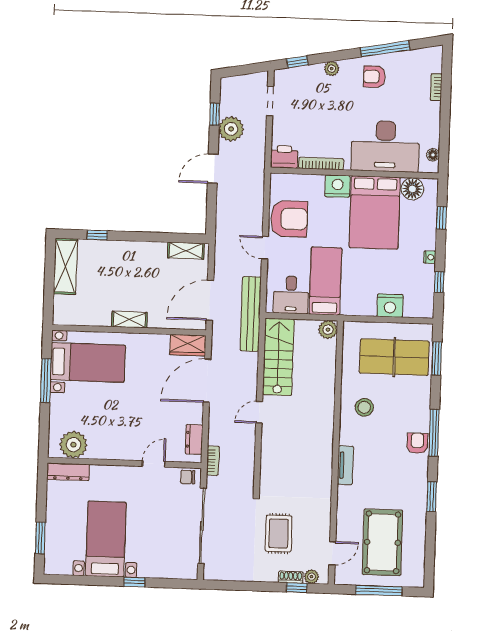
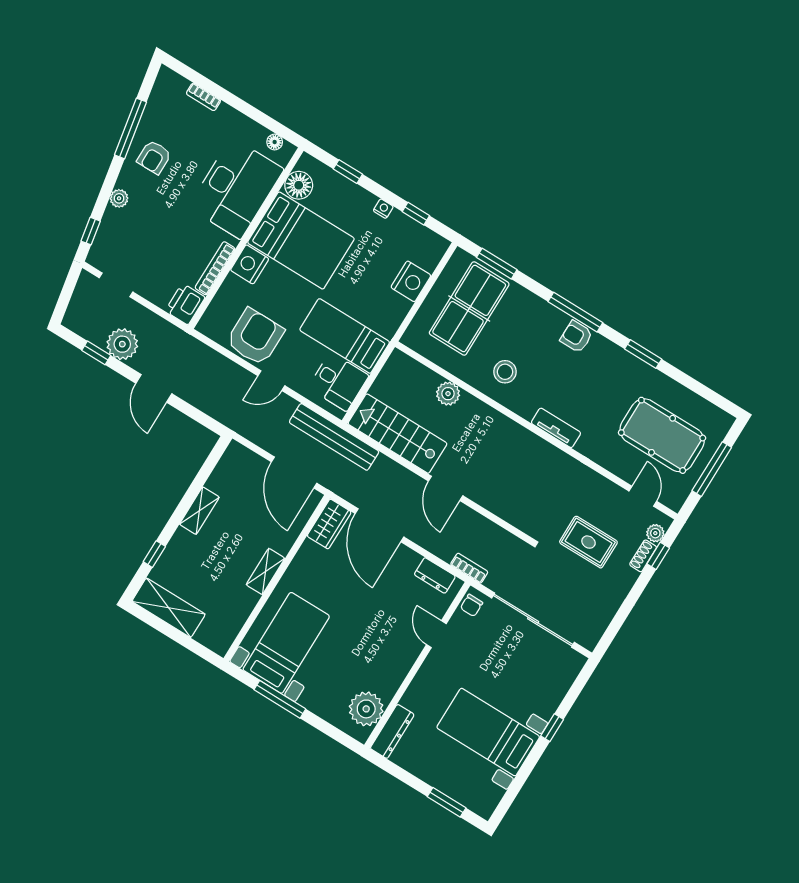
shelving: (186, 251) -> (199, 511), moved
plant: (328, 330) -> (448, 394), moved
door: (259, 412) -> (446, 488), width x1.38

